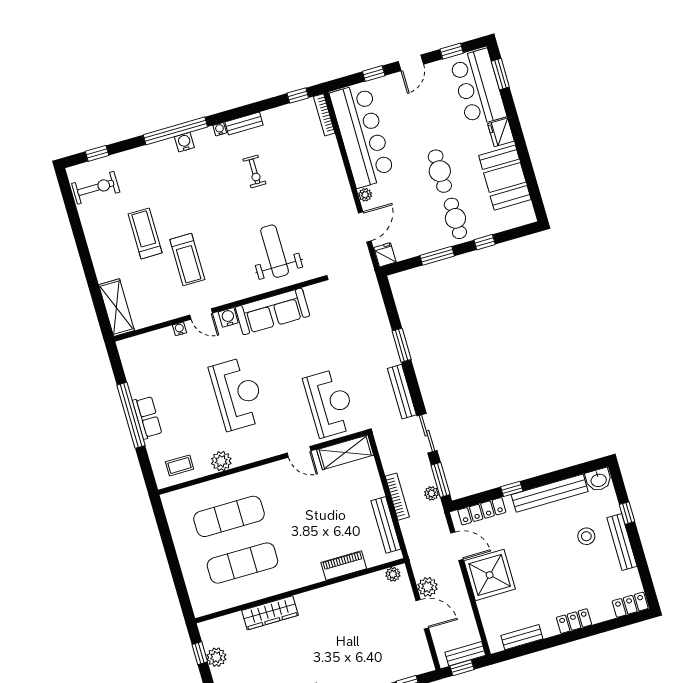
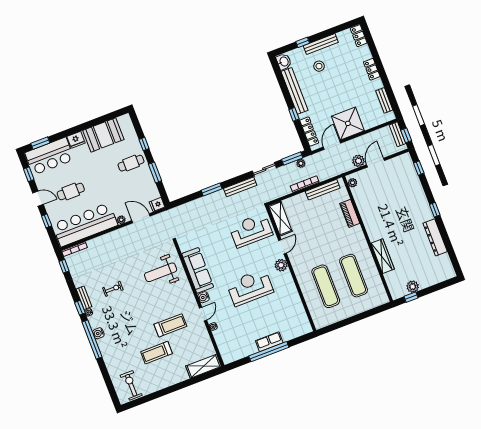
window: (97, 153) -> (80, 308), moved
cafe table: (440, 171) -> (71, 191), moved
plant: (221, 461) -> (281, 265), moved
coffee table: (180, 465) -> (297, 319), removed

